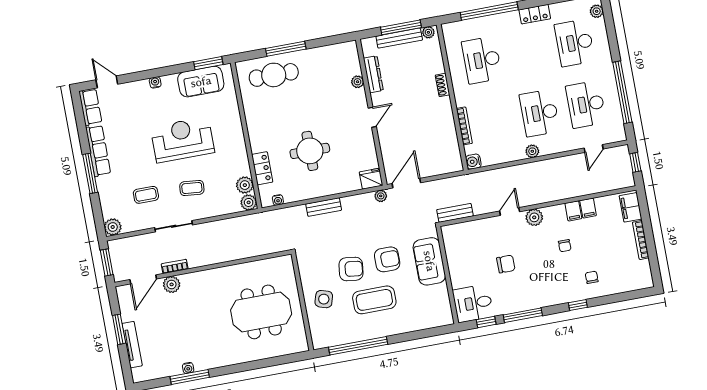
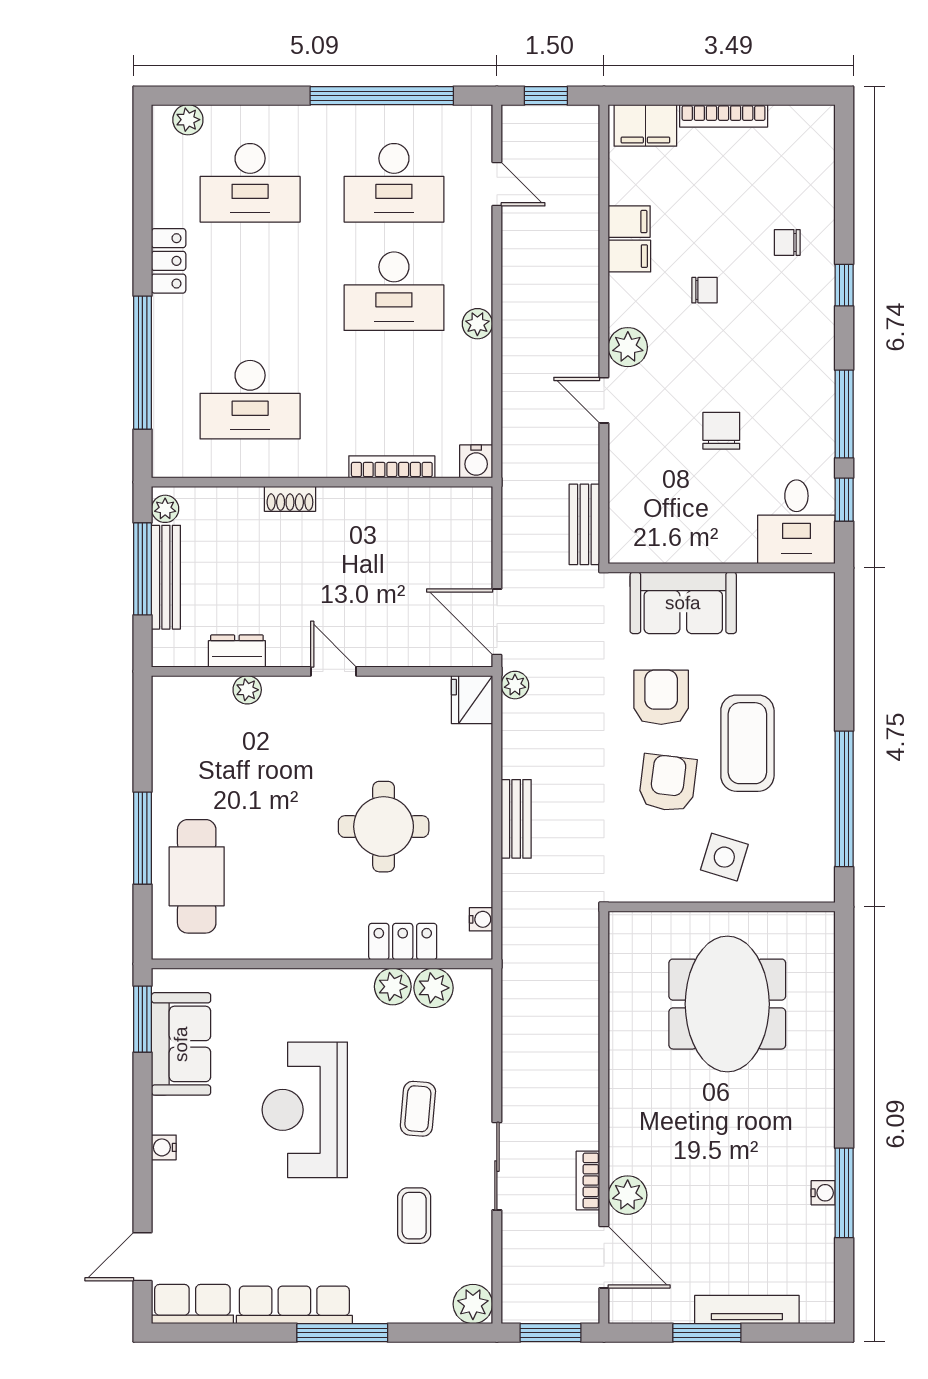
dresser: (373, 74) -> (237, 651), width x0.70
plant: (249, 202) -> (393, 987), moved

